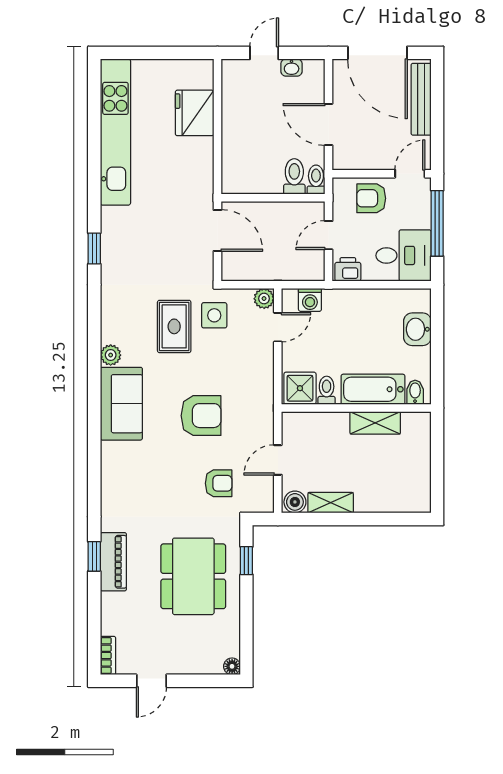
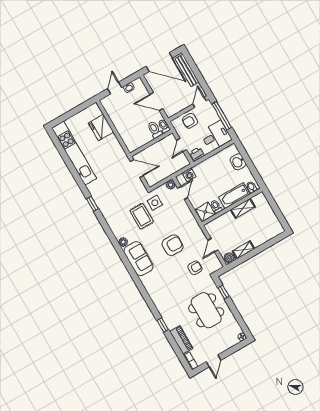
piano: (113, 562) -> (181, 340), moved

